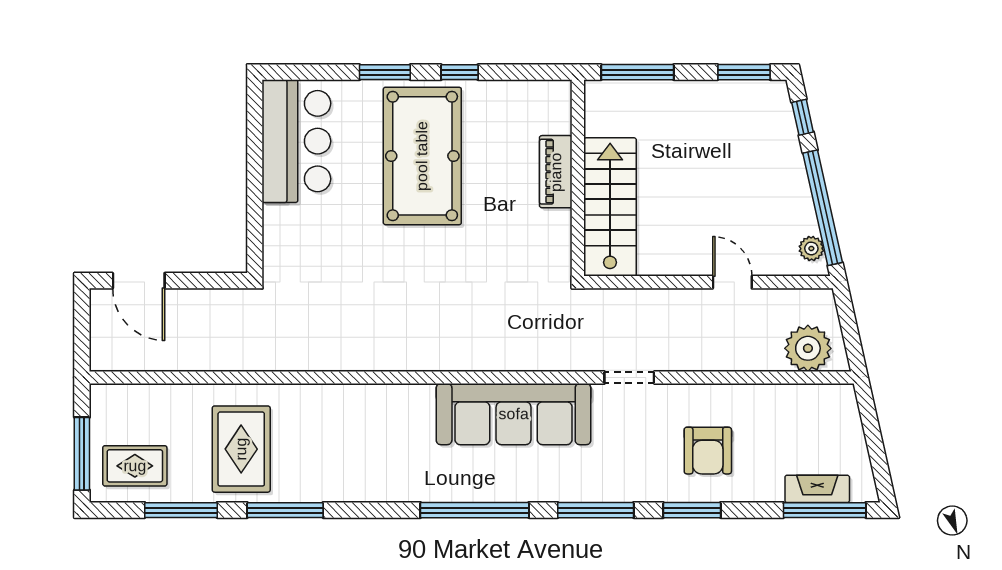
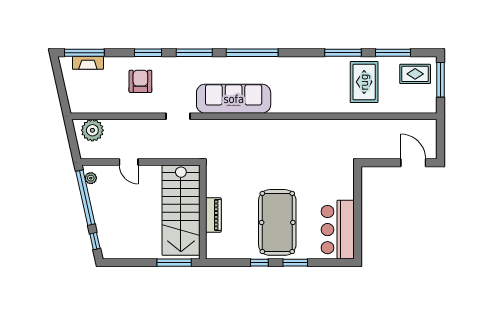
window: (744, 72) -> (123, 263), removed
stairs: (610, 207) -> (181, 210), width x1.36, depth x1.51

